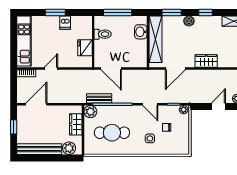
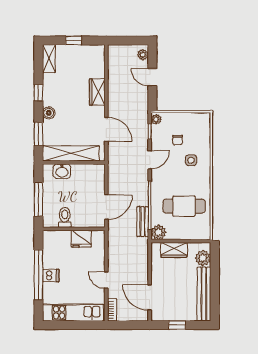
window: (55, 12) -> (38, 275), width x2.11
dishwasher: (65, 23) -> (51, 276), moved
cafe table: (112, 133) -> (184, 206), turned 90

